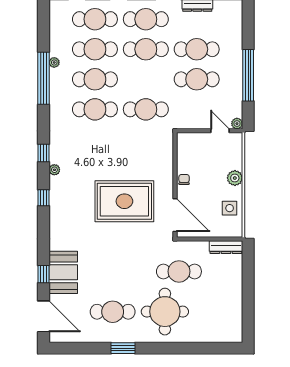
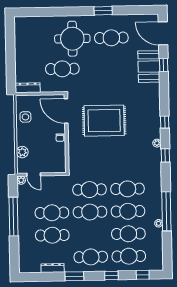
cafe table: (146, 49) -> (90, 212), moved
plant: (235, 178) -> (22, 152), moved

